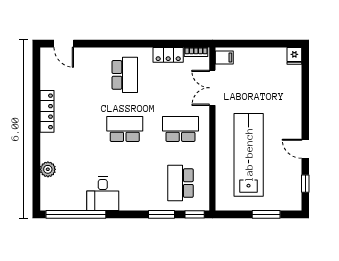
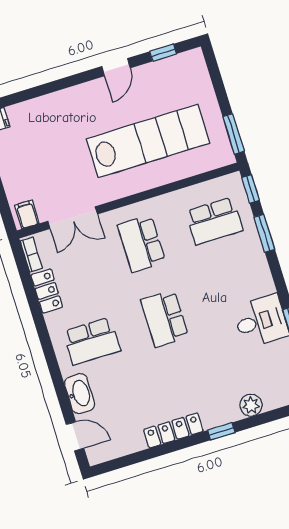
door: (64, 44) -> (75, 436), hinge flipped
washbasin: (92, 56) -> (80, 394), added
school desk: (125, 75) -> (92, 341), turned 180
window: (36, 144) -> (221, 431), added
lab bench: (249, 155) -> (148, 141), turned 180
window: (266, 214) -> (234, 134), moved

